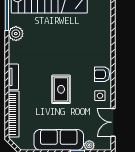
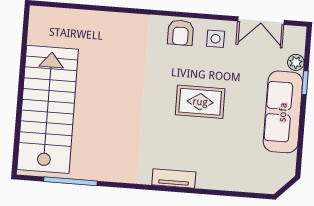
plant: (16, 34) -> (103, 169), removed
bookcase: (14, 114) -> (235, 183), removed

